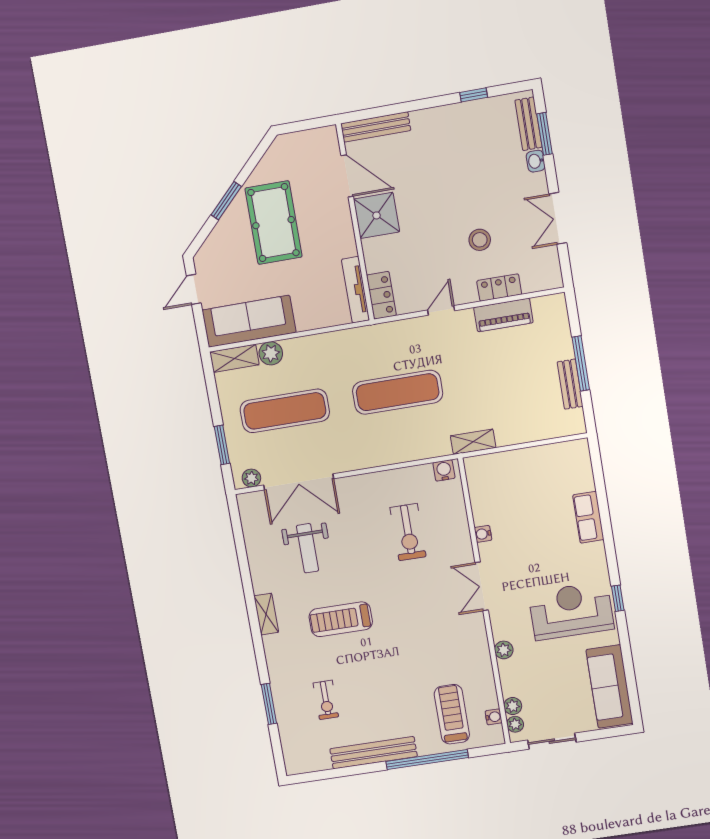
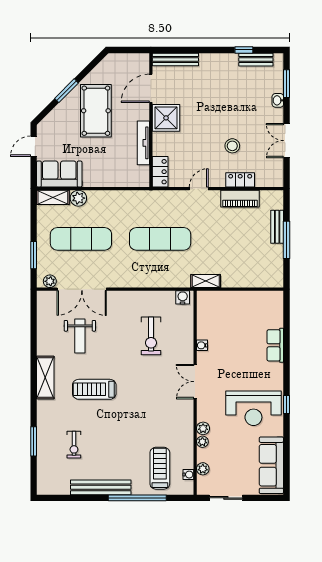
bench: (528, 124) -> (256, 60), moved, turned 90
door: (347, 176) -> (151, 88), swing flipped
tv unit: (356, 290) -> (143, 143), moved
sofa: (249, 321) -> (59, 174), width x0.73
bench: (570, 384) -> (277, 227), moved
reception desk: (571, 611) -> (253, 408), turned 180
shelving: (266, 614) -> (45, 378), width x1.50, depth x1.33
plant: (515, 724) -> (202, 442), moved

